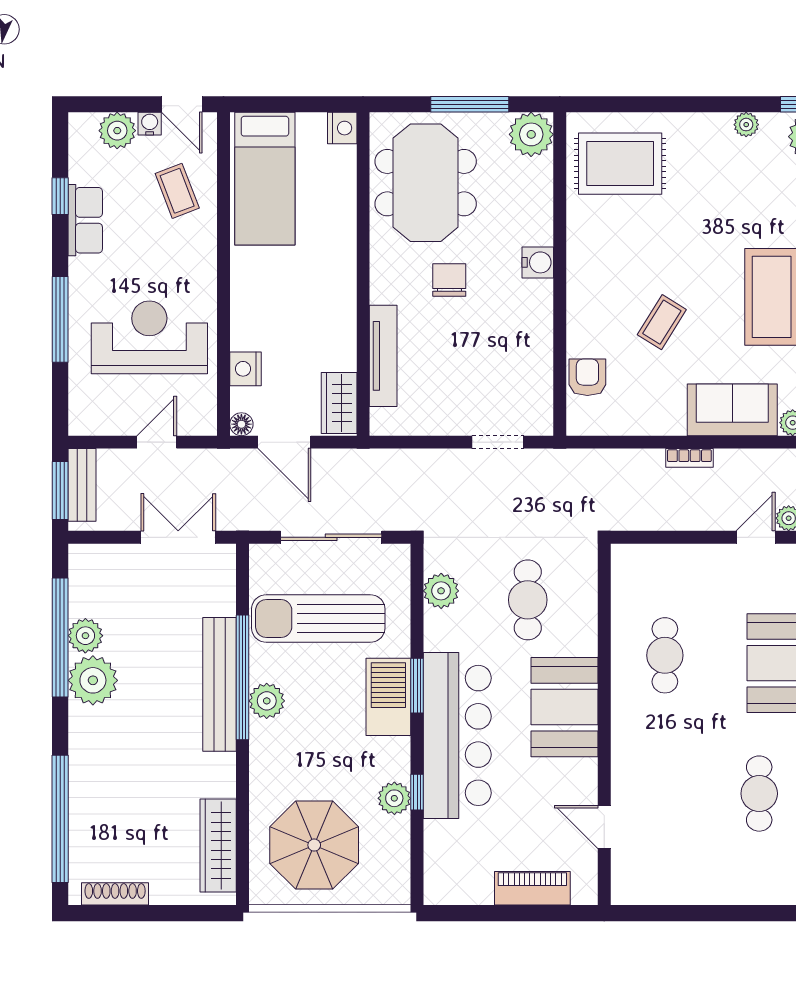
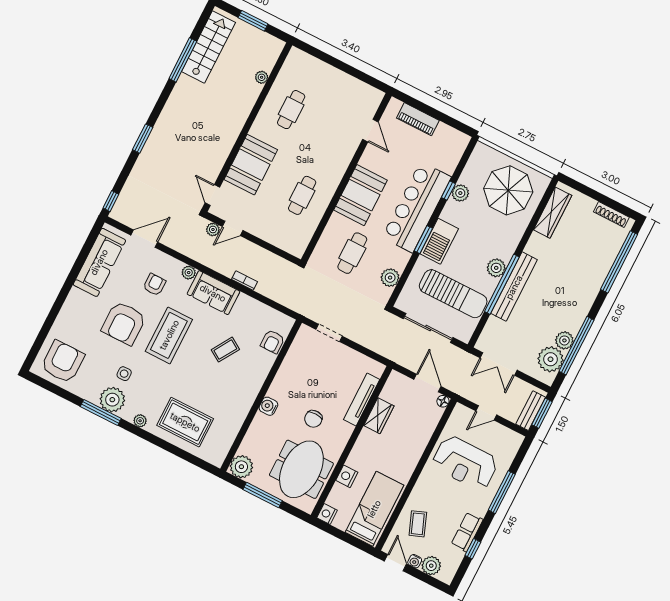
rug: (620, 164) -> (185, 422), moved
nightstand: (245, 369) -> (347, 476), moved, turned 180
wardrobe: (339, 403) -> (379, 416), moved
plant: (93, 680) -> (551, 359), moved

